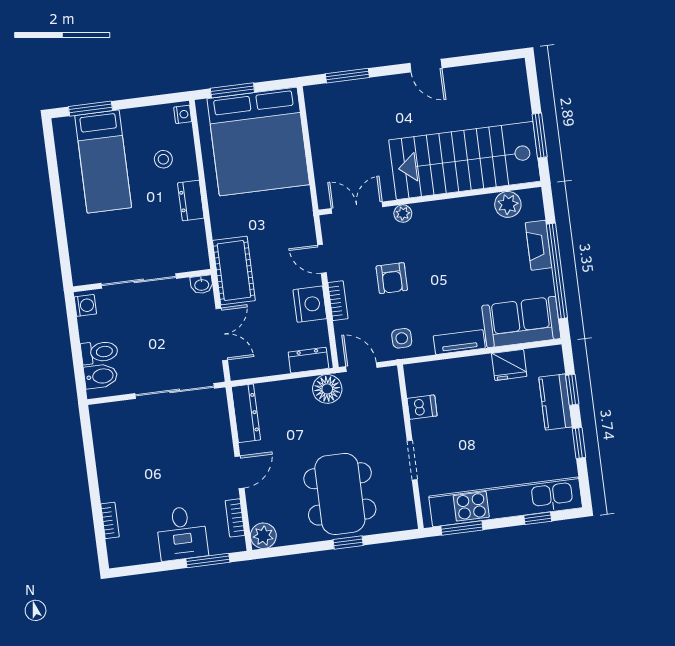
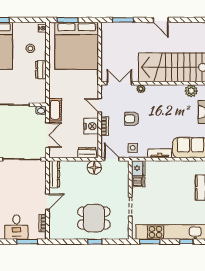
cot: (234, 271) -> (55, 110), width x0.73, depth x0.75
armchair: (392, 278) -> (132, 119), turned 90
fridge: (509, 365) -> (138, 168), moved, turned -90
dining table: (340, 494) -> (94, 218), width x0.73
plant: (263, 536) -> (55, 233), removed

